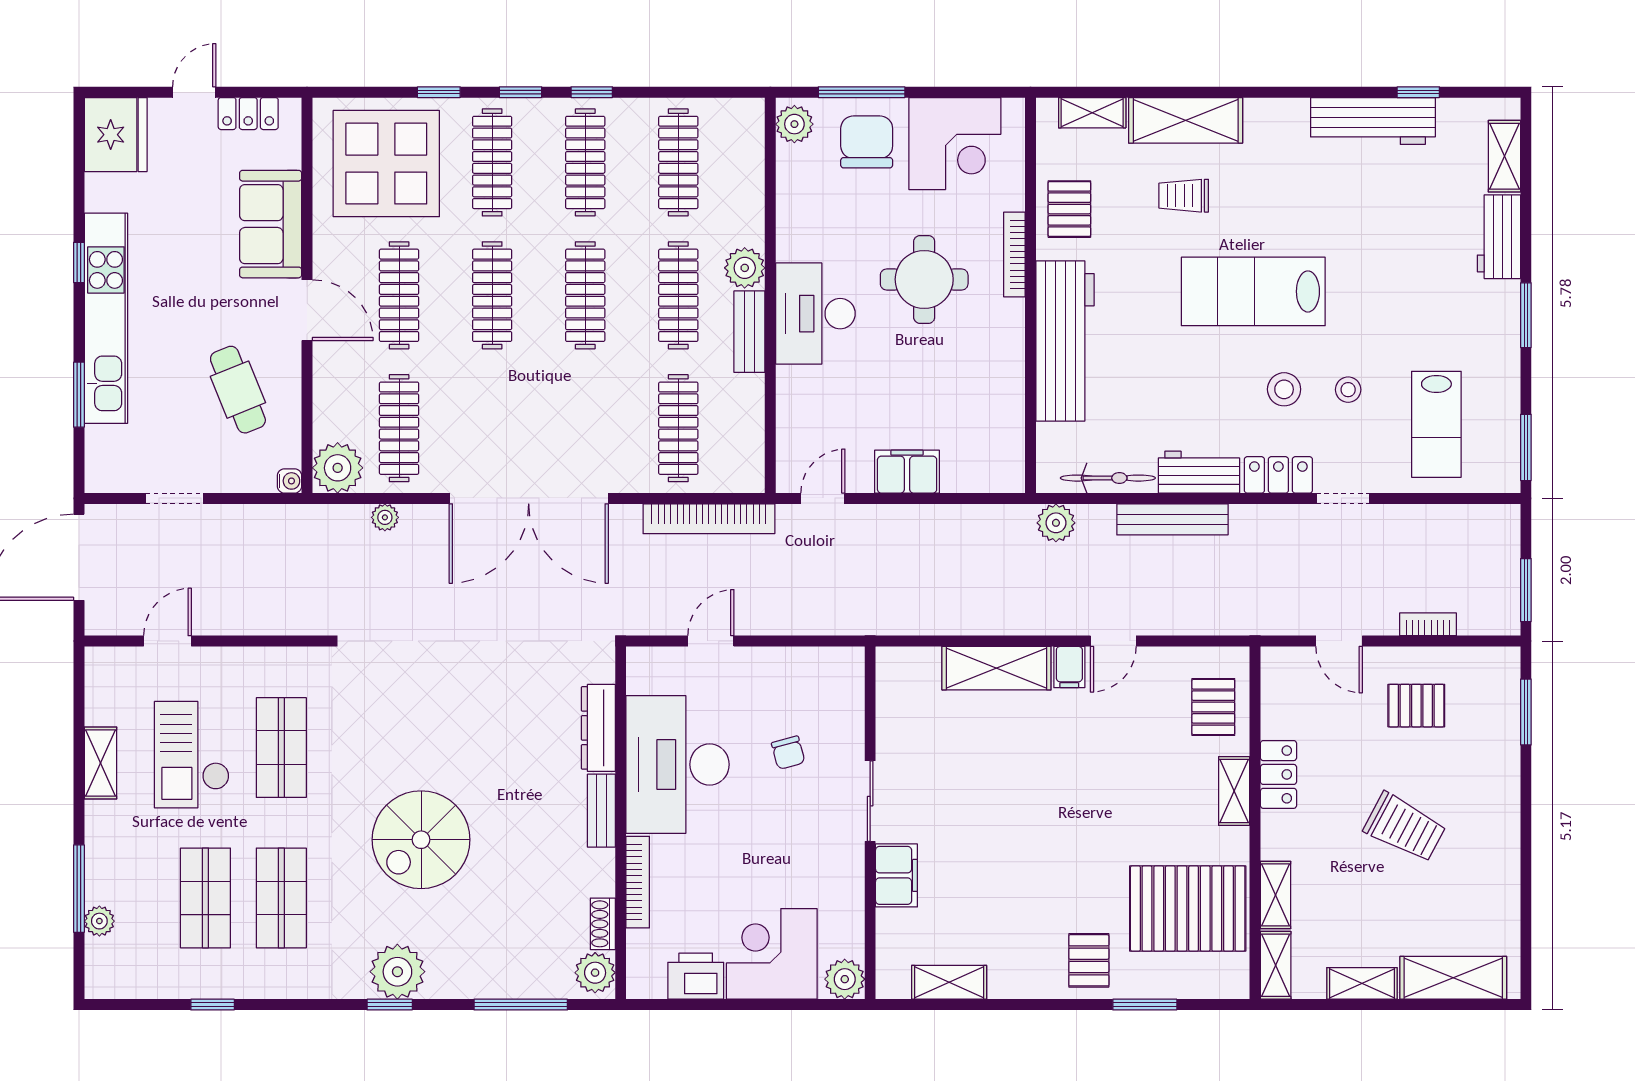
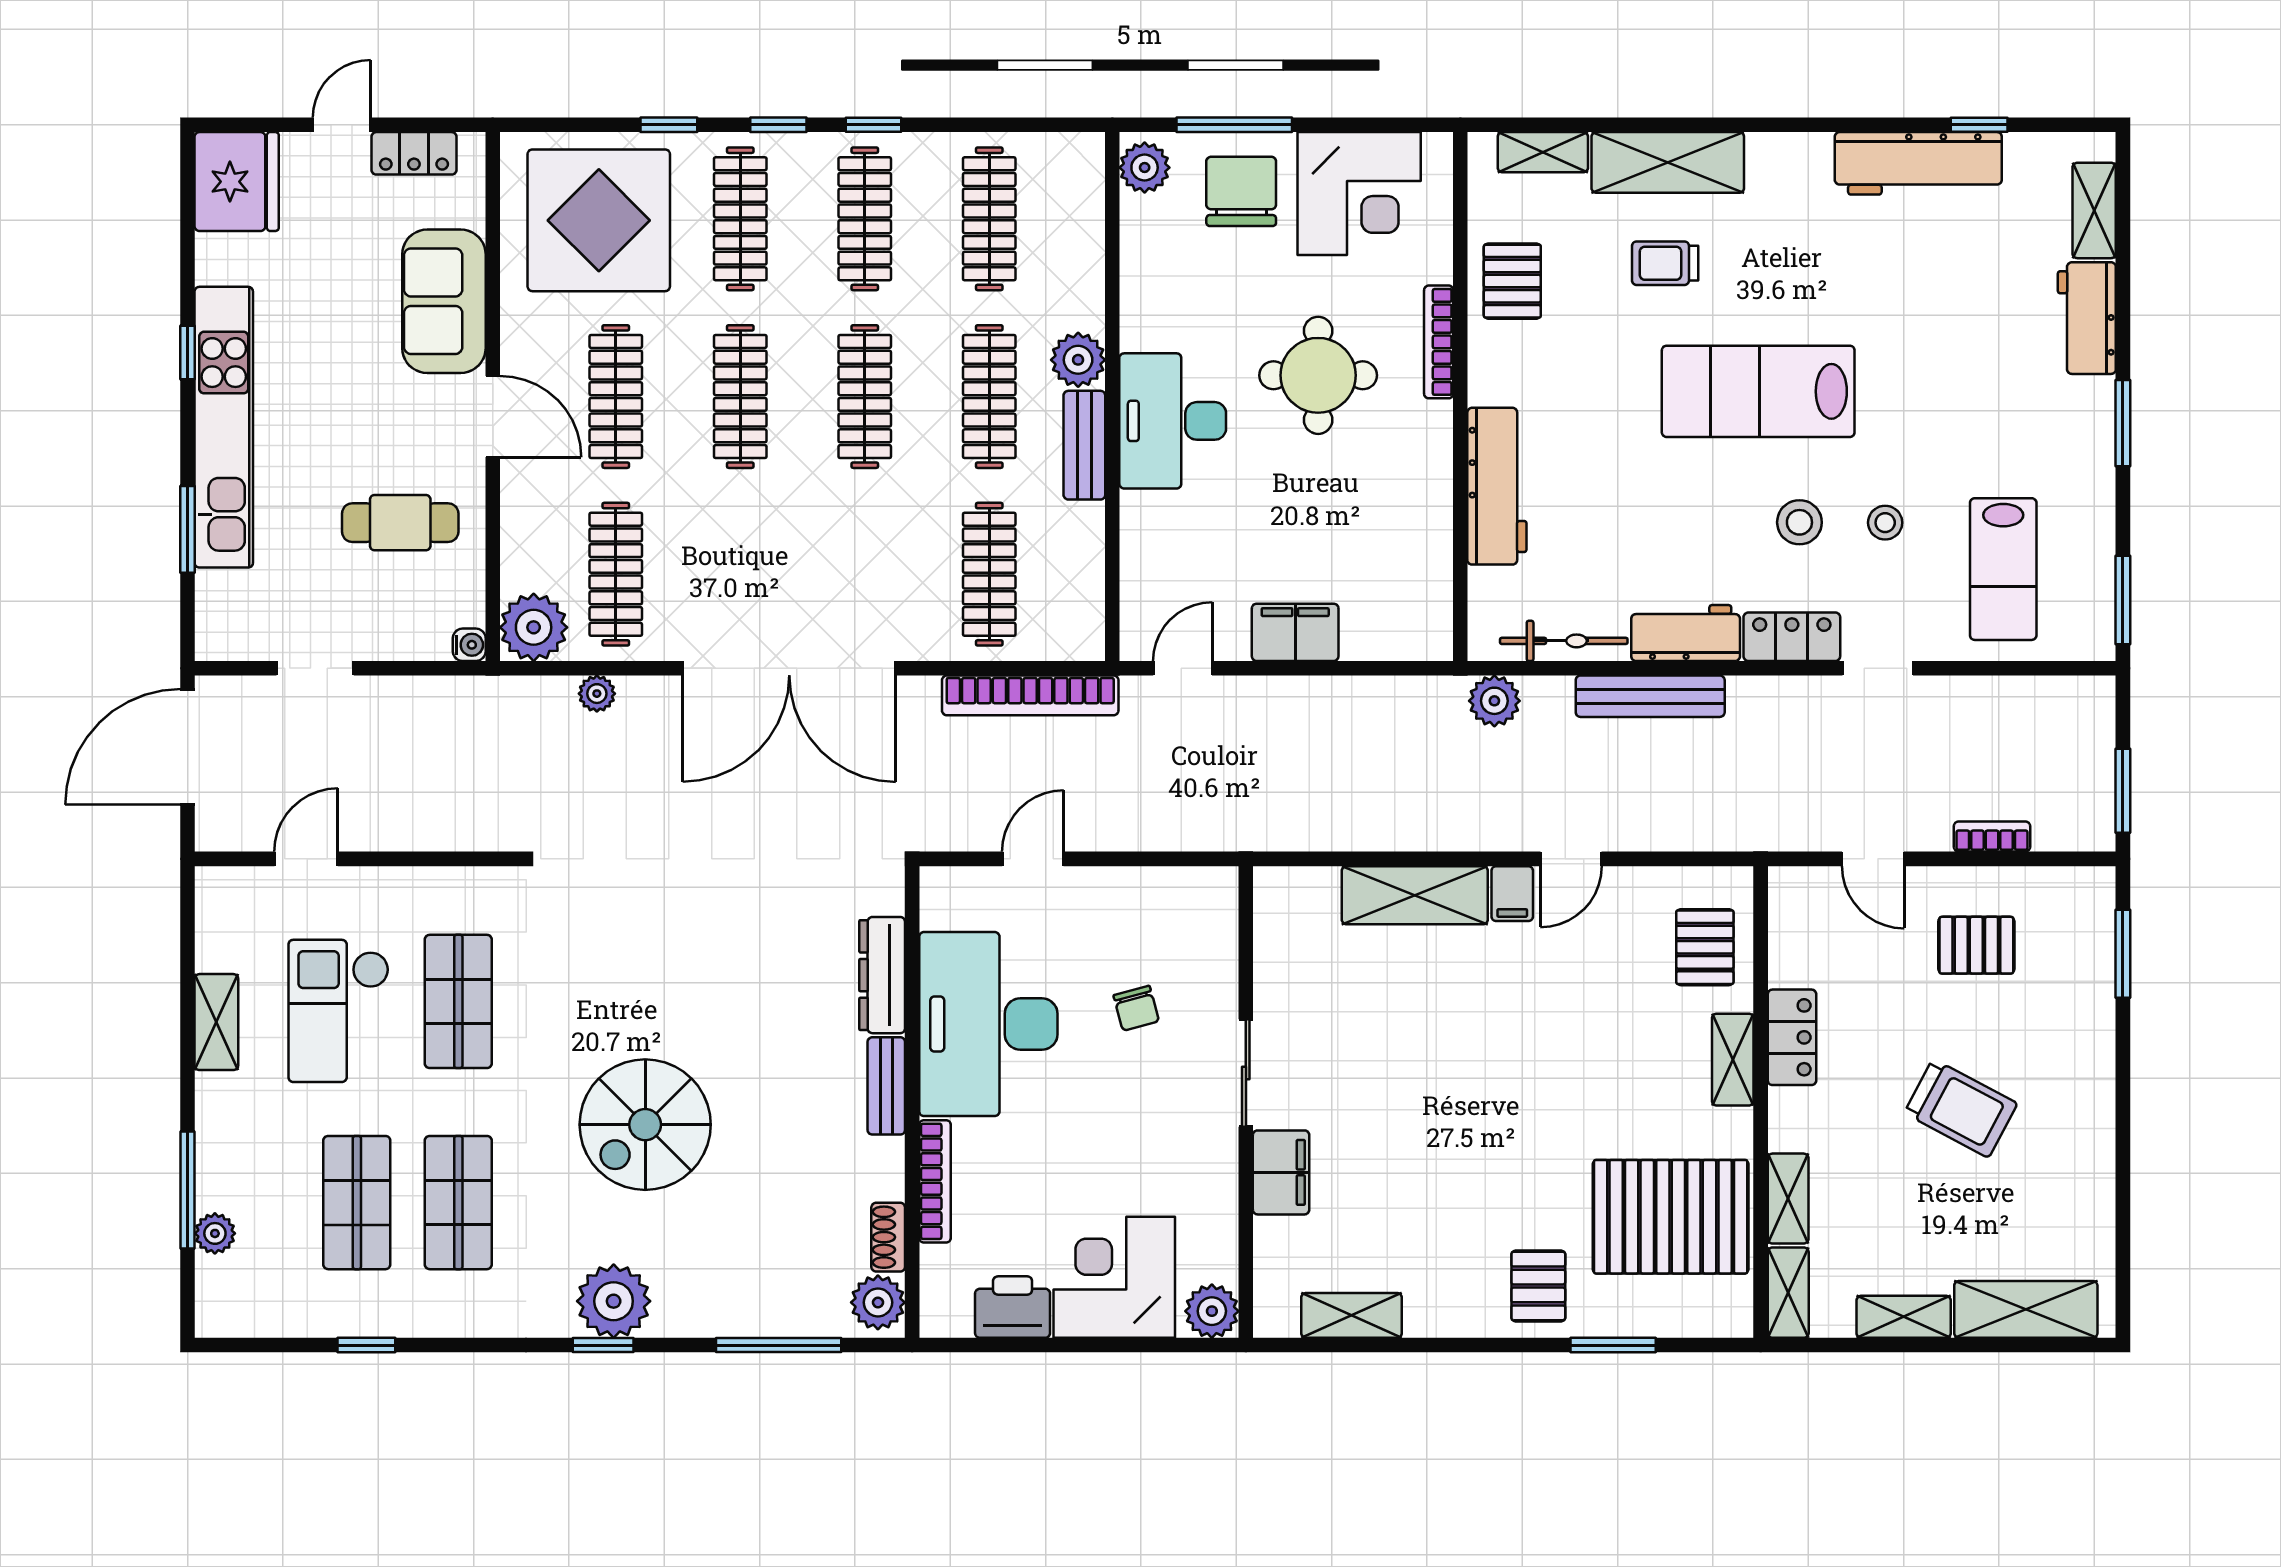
workbench: (1065, 341) -> (1497, 486), width x0.73, depth x0.76
cafe table: (238, 390) -> (400, 523), turned -68

